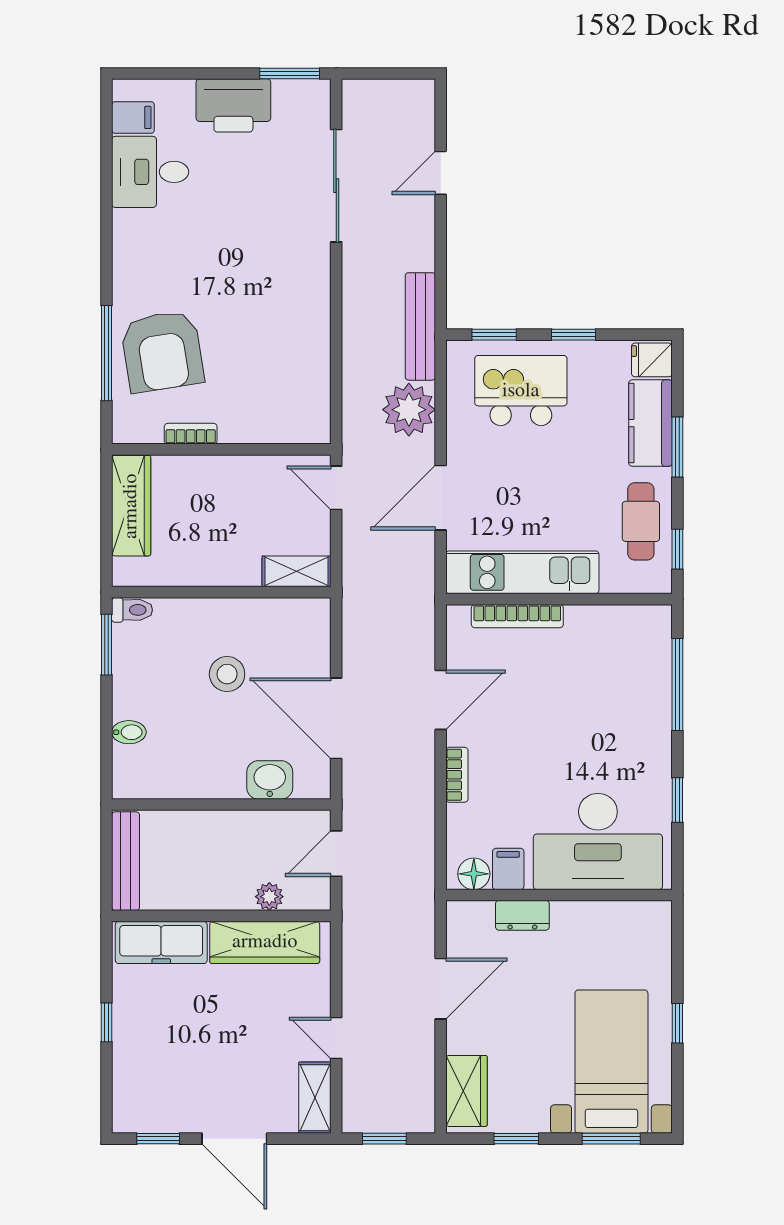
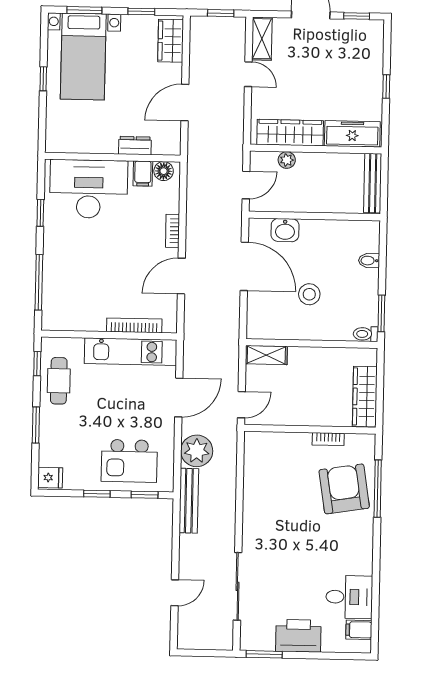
kitchen counter: (650, 423) -> (52, 440), removed
door: (336, 488) -> (241, 405), hinge flipped

